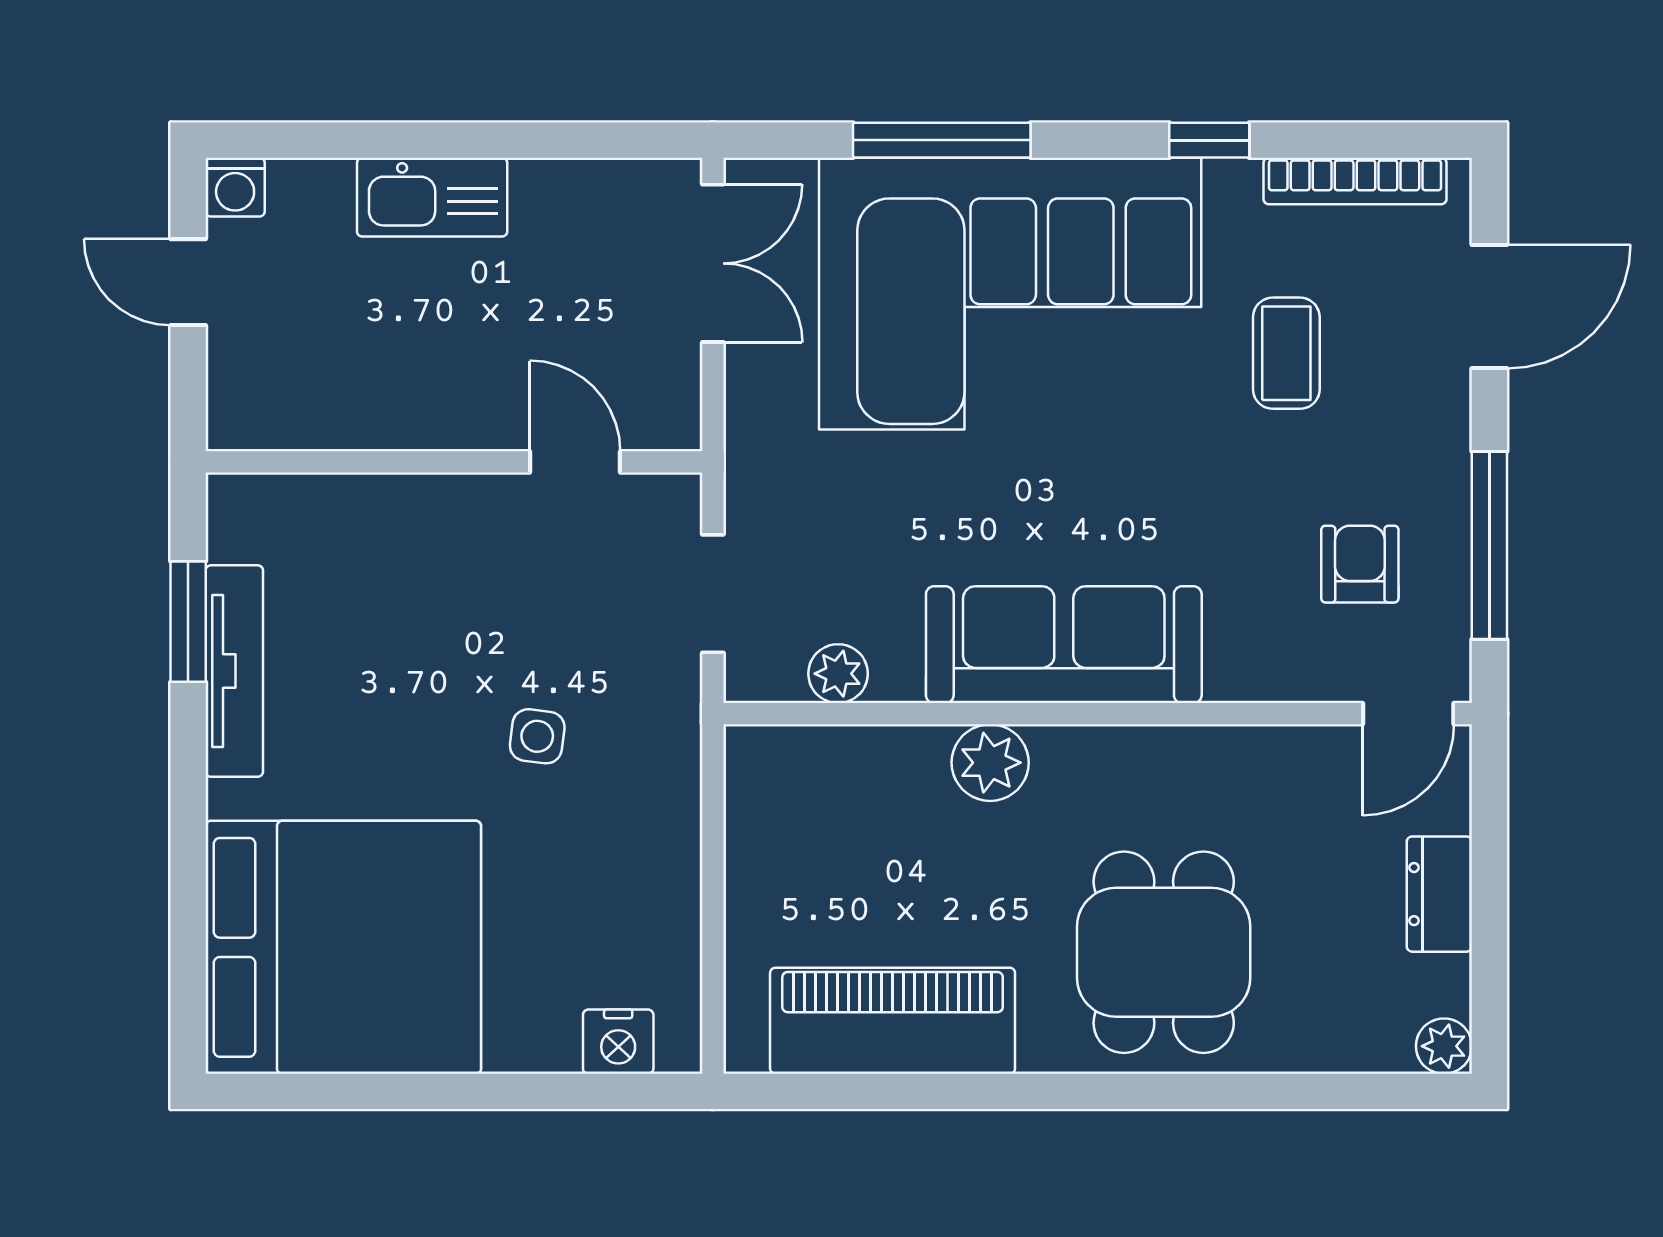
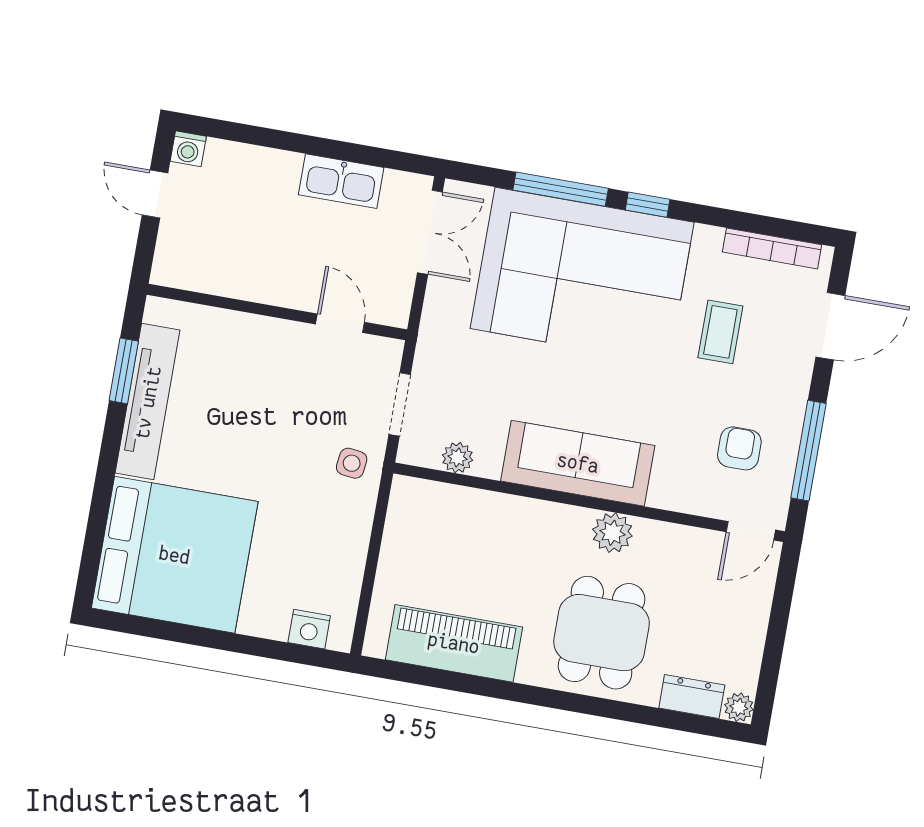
window: (1209, 140) -> (648, 205), moved
kitchen sink: (432, 197) -> (341, 181), moved
tv unit: (234, 671) -> (148, 402), width x1.36, depth x1.29
side table: (537, 736) -> (352, 463), moved
plant: (990, 763) -> (612, 533), moved
dresser: (1439, 894) -> (692, 696), moved, turned 90

